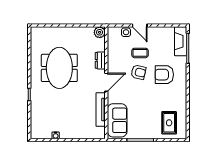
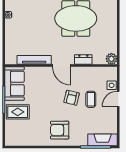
armchair: (164, 75) -> (60, 130), moved, turned -90
sofa: (117, 120) -> (14, 83), moved, turned -90
rug: (169, 123) -> (18, 112), moved

